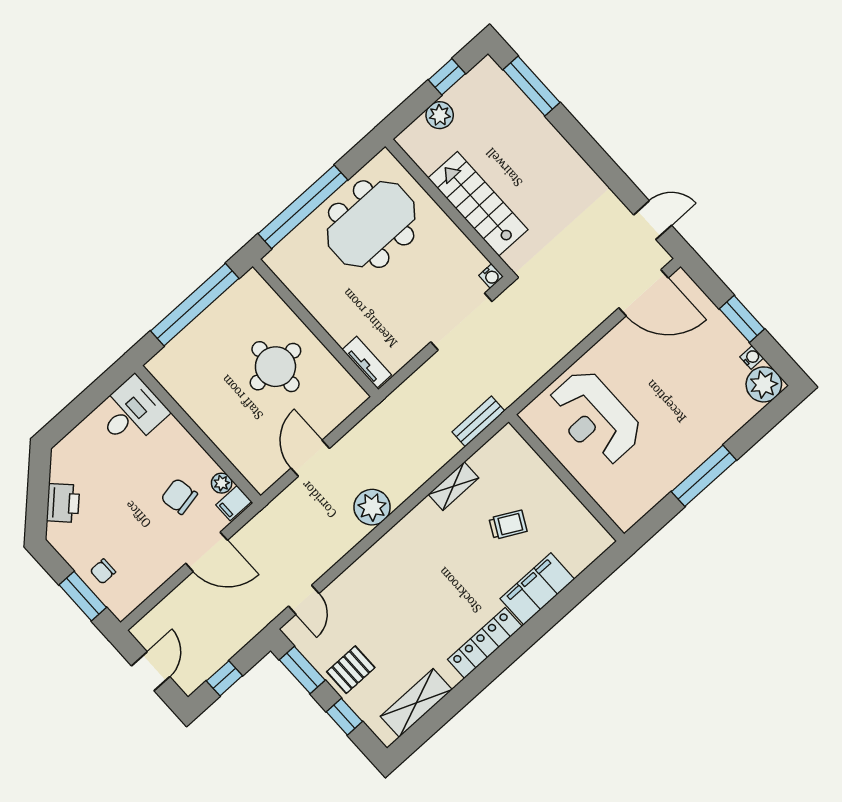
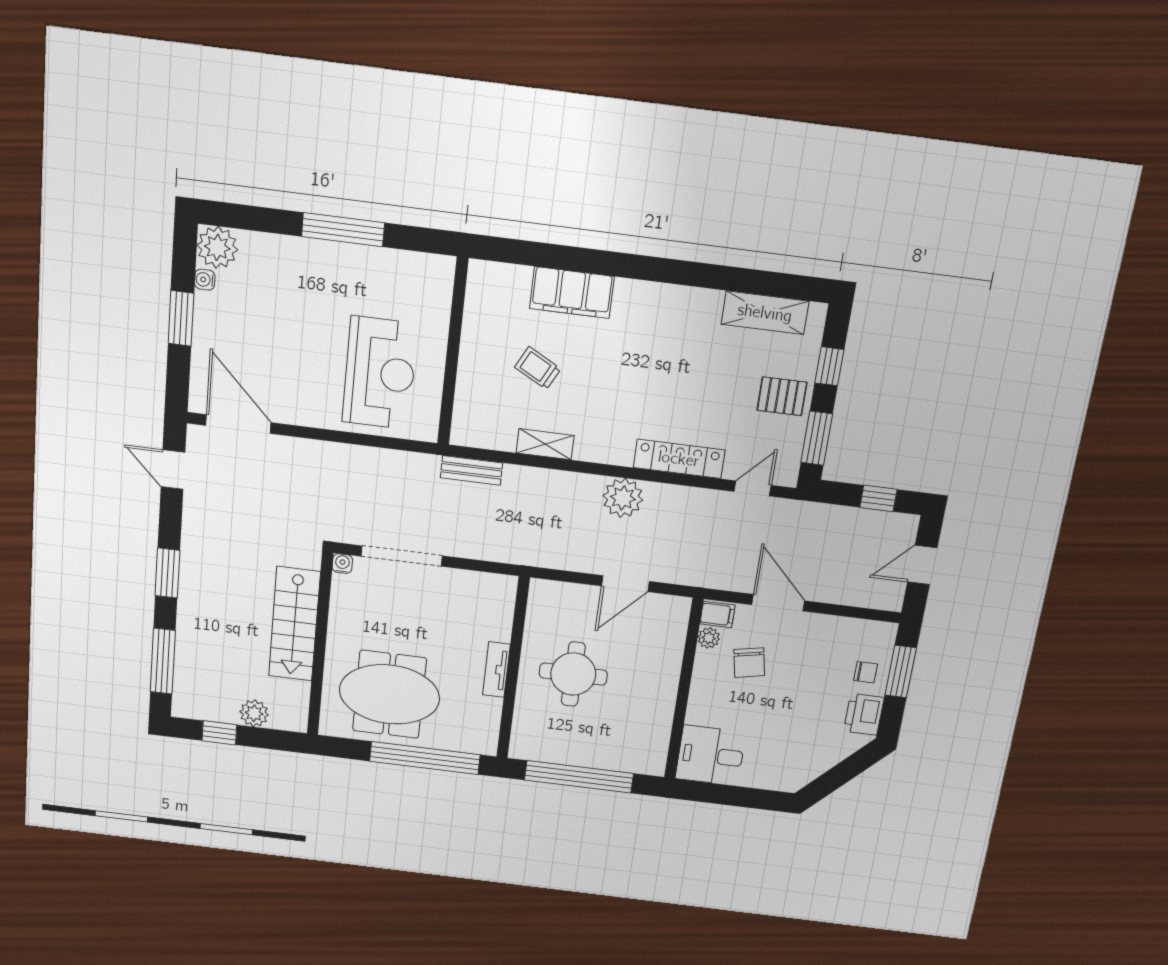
window: (588, 149) -> (167, 573), added
tv unit: (367, 362) -> (496, 670), moved
printer: (63, 503) -> (864, 714), moved, turned -45
locker: (485, 643) -> (679, 459), moved, turned 180

